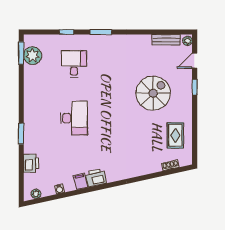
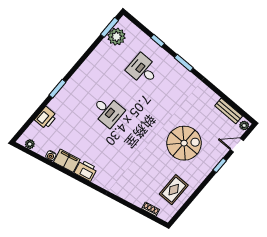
desk: (74, 64) -> (143, 70), turned -90
desk: (74, 118) -> (108, 111), width x0.73
filing cabinet: (80, 181) -> (67, 161), width x2.00

